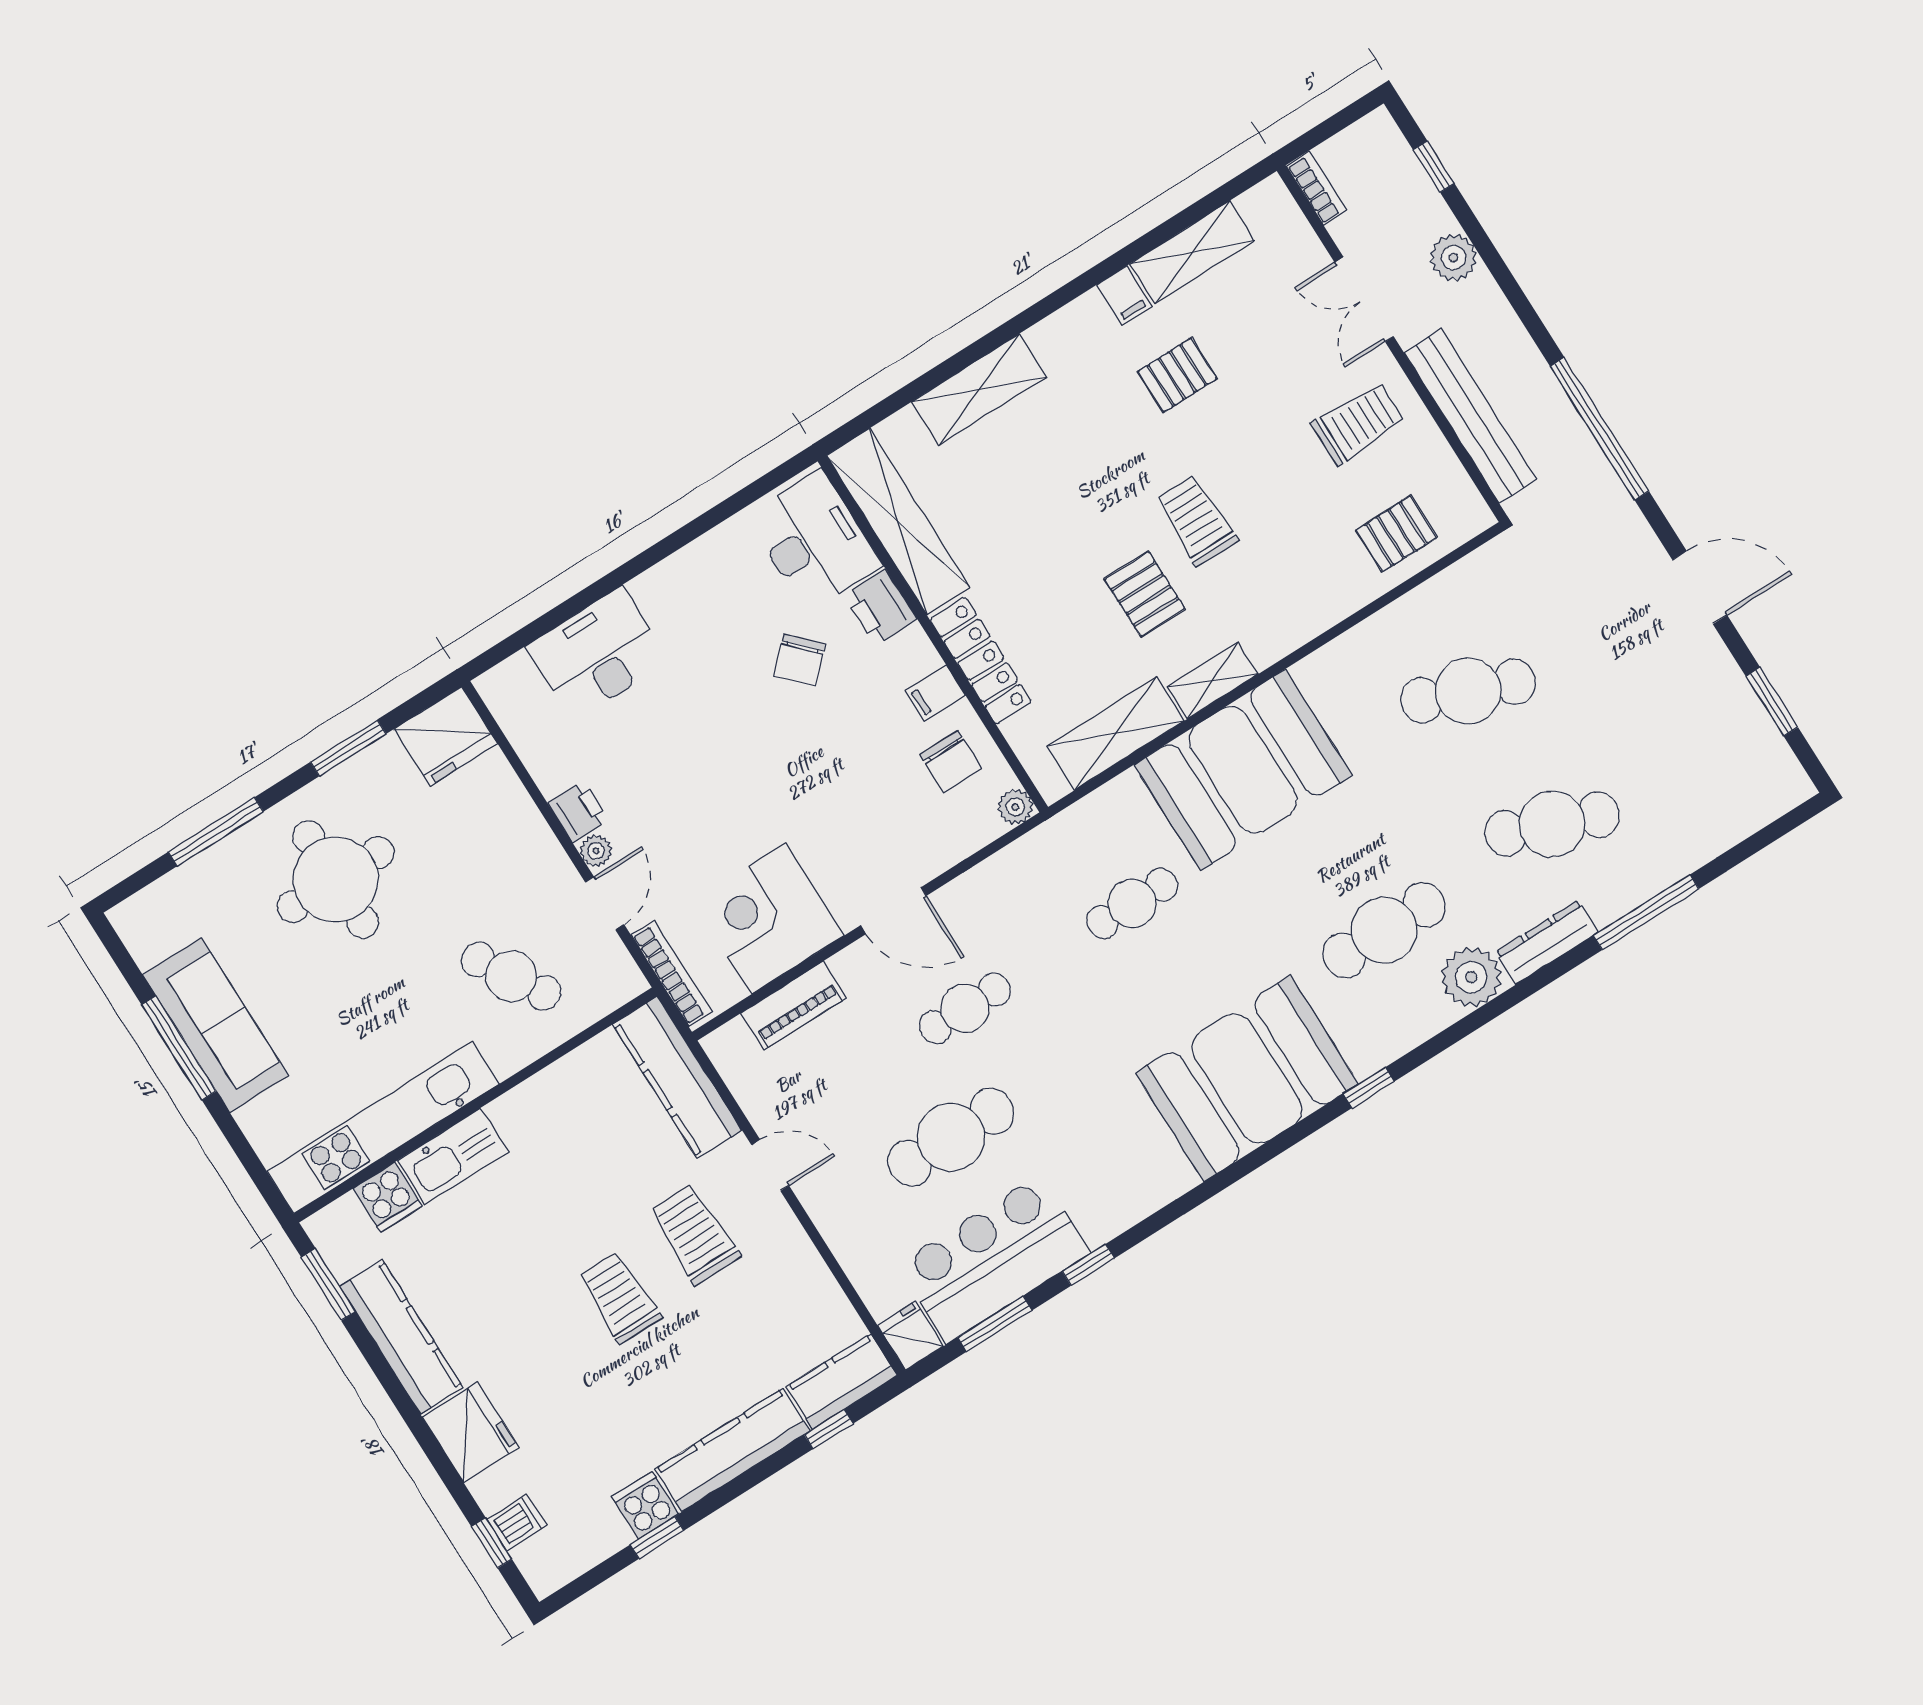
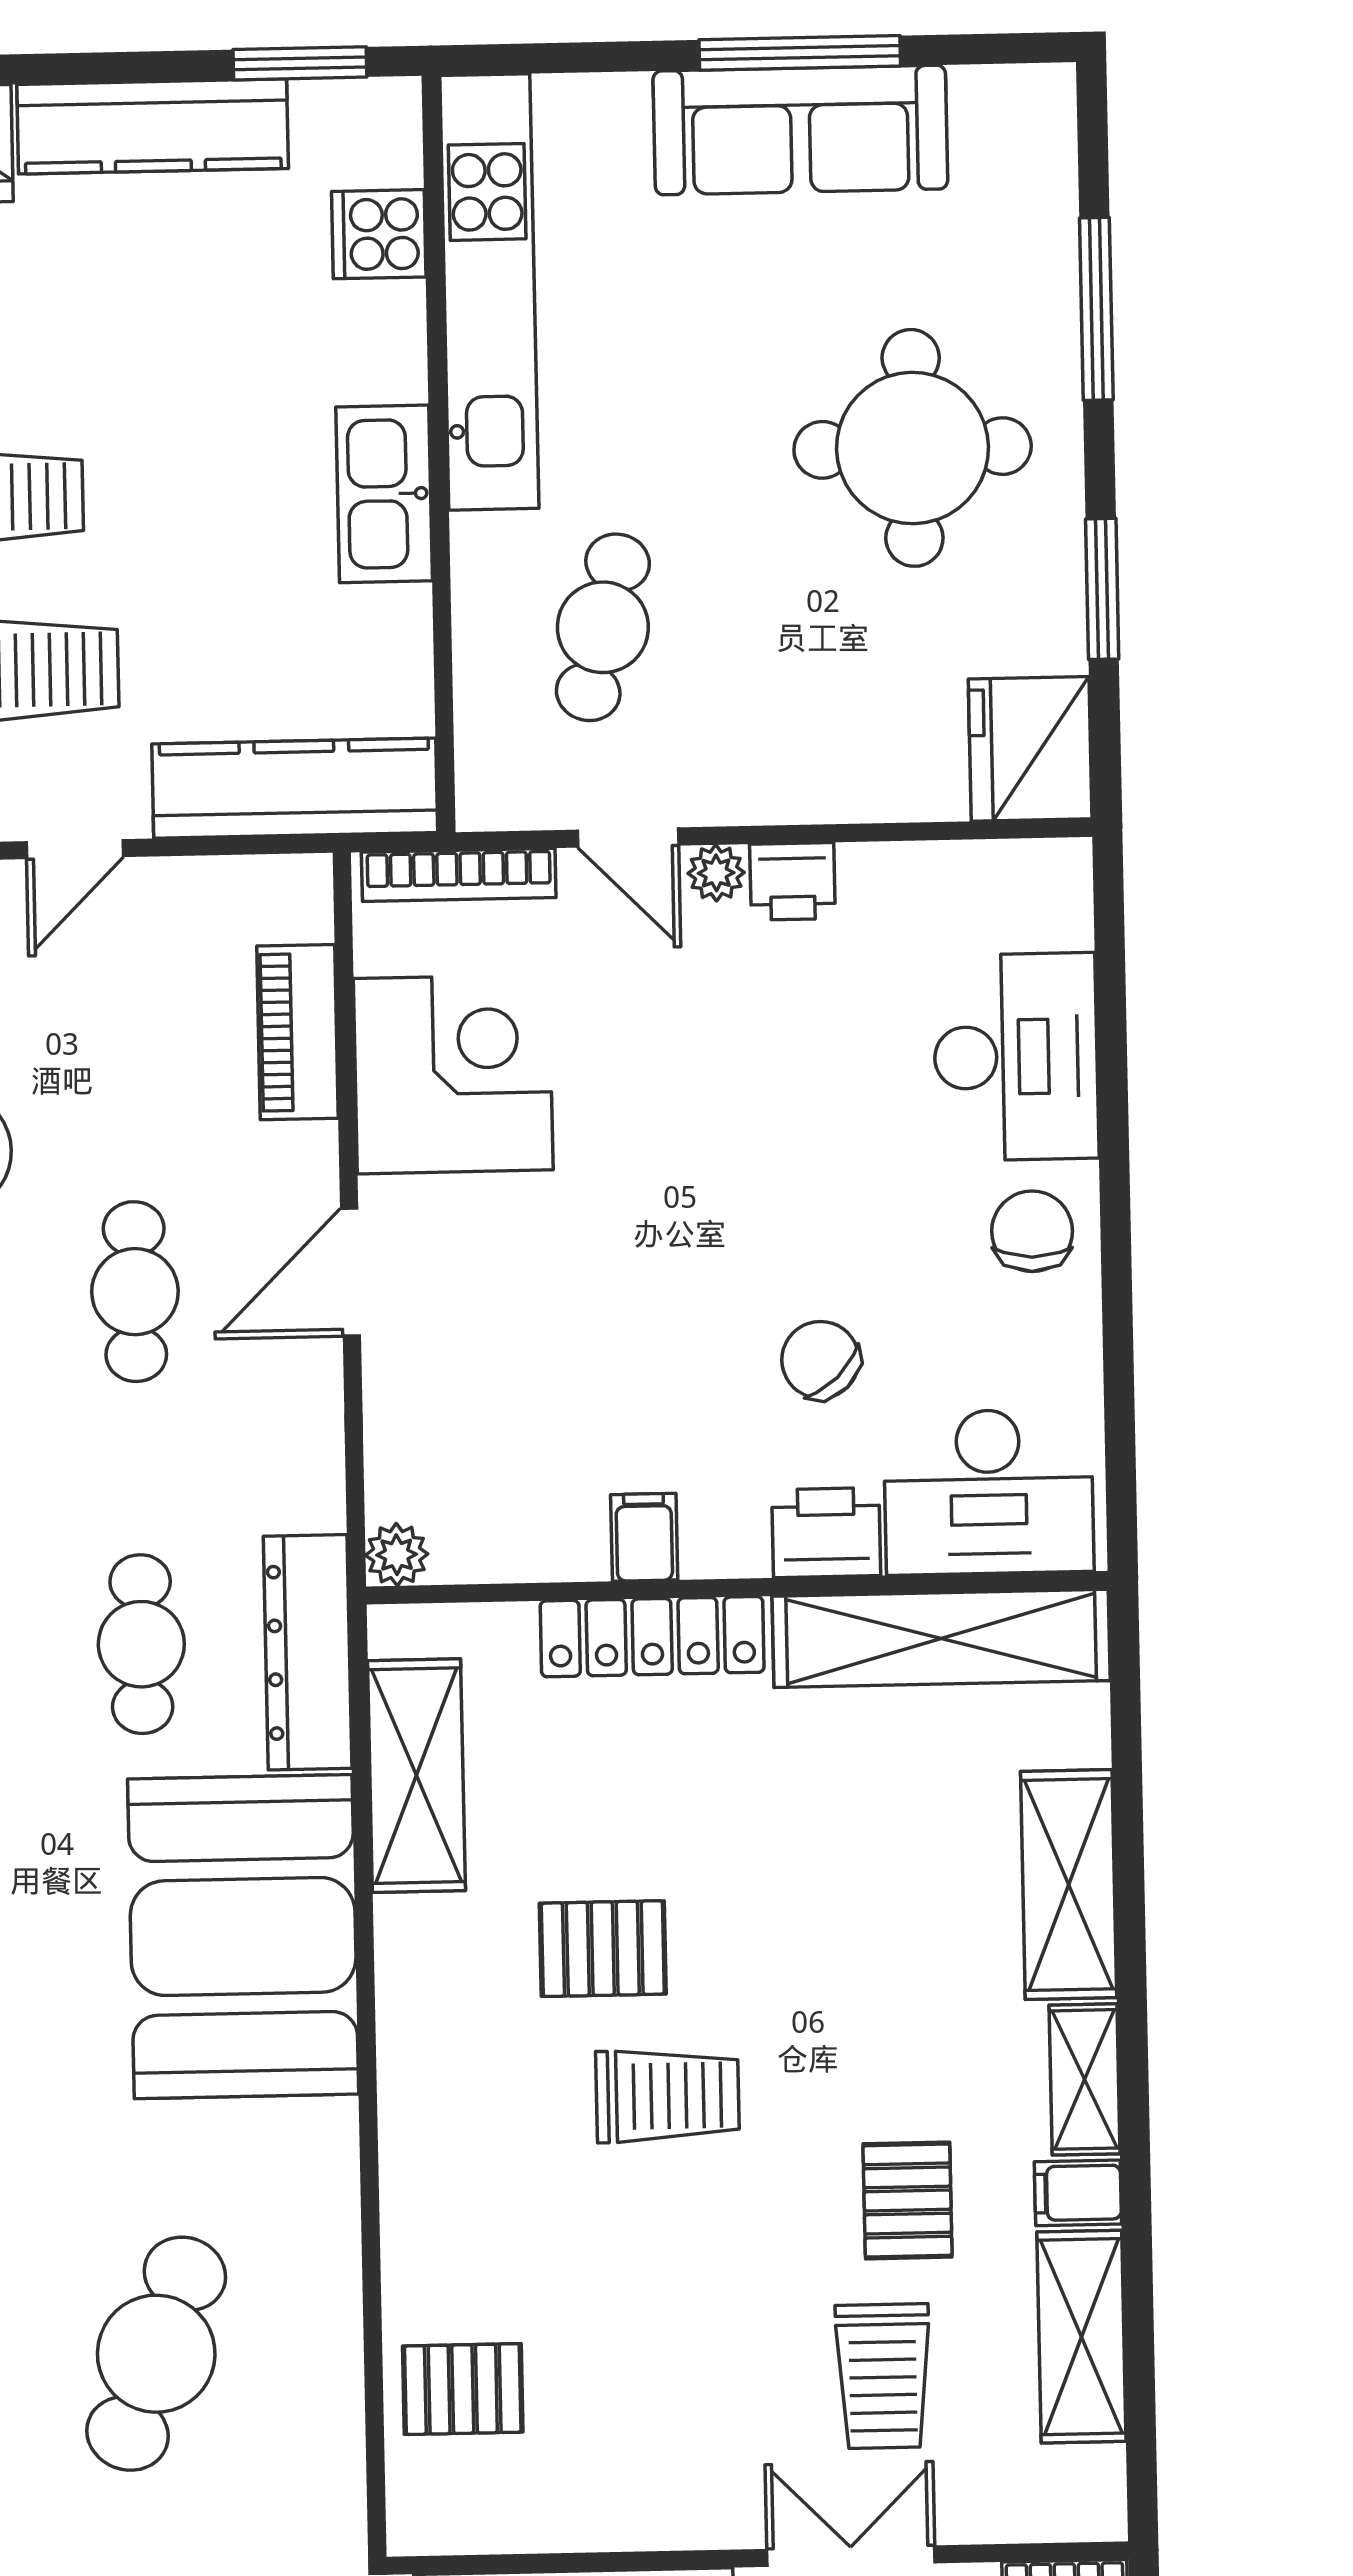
trolley: (1358, 423) -> (883, 2376), moved
pallet: (1396, 534) -> (463, 2389), turned 90
shelving: (1213, 680) -> (1085, 2079), moved
chair: (951, 761) -> (1032, 1231), moved, turned 91
dresser: (1088, 821) -> (308, 1652), added
cafe table: (511, 976) -> (603, 627), turned -45
kitchen sink: (453, 1156) -> (384, 494), moved

